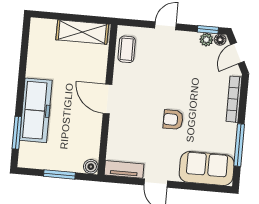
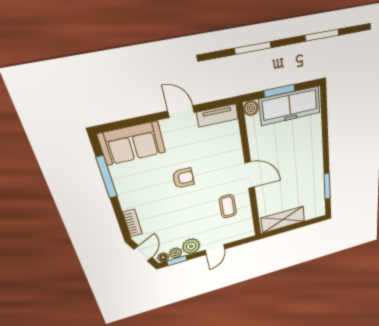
plant: (188, 41) -> (191, 246), added
coffee table: (127, 49) -> (228, 206), moved
bookcase: (234, 99) -> (132, 223), width x0.64
freezer: (36, 110) -> (290, 106), moved, turned -90
window: (17, 133) -> (327, 186), moved

